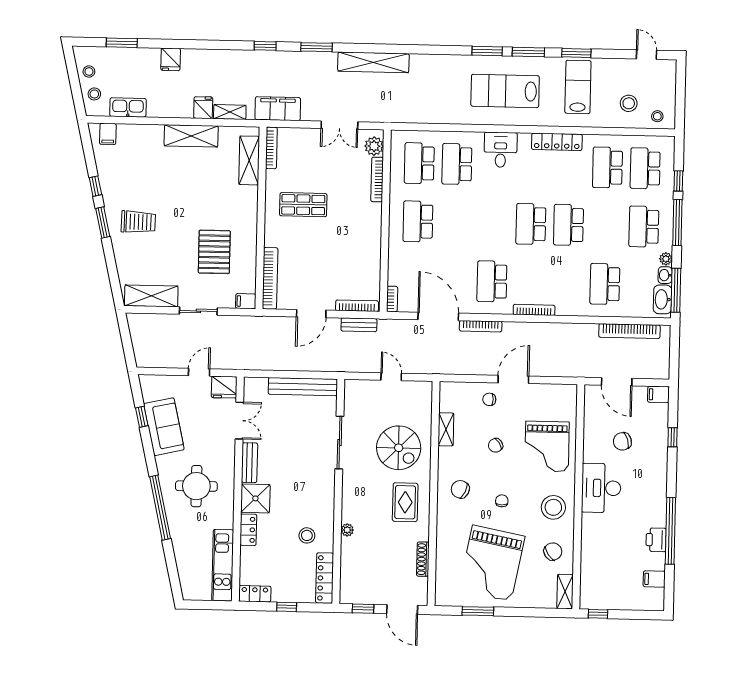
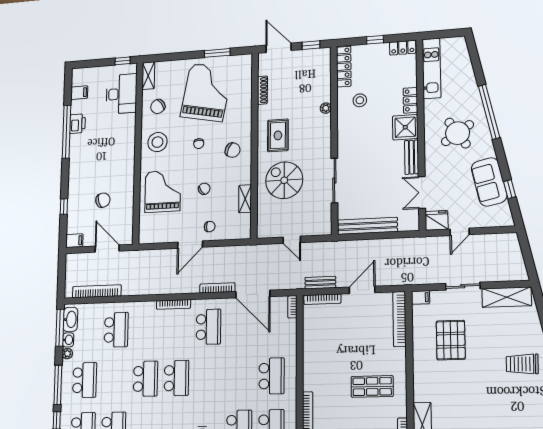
round table: (196, 486) -> (458, 133), turned -34
desk: (601, 488) -> (121, 94), moved

